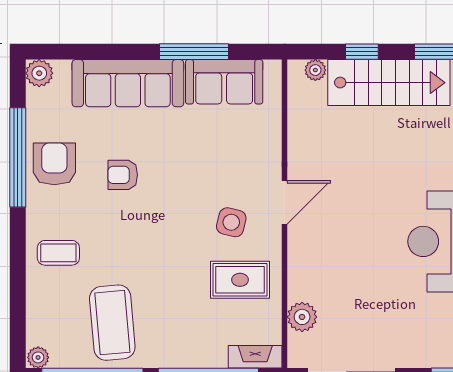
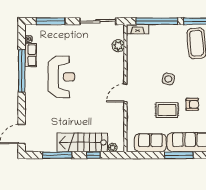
window: (194, 52) -> (179, 155), moved
side table: (231, 222) -> (168, 79), moved
rug: (240, 280) -> (167, 110), moved

